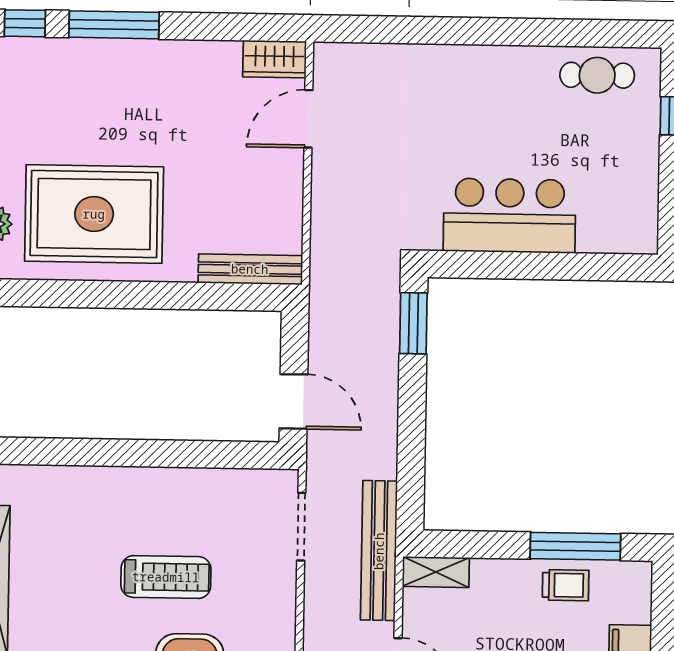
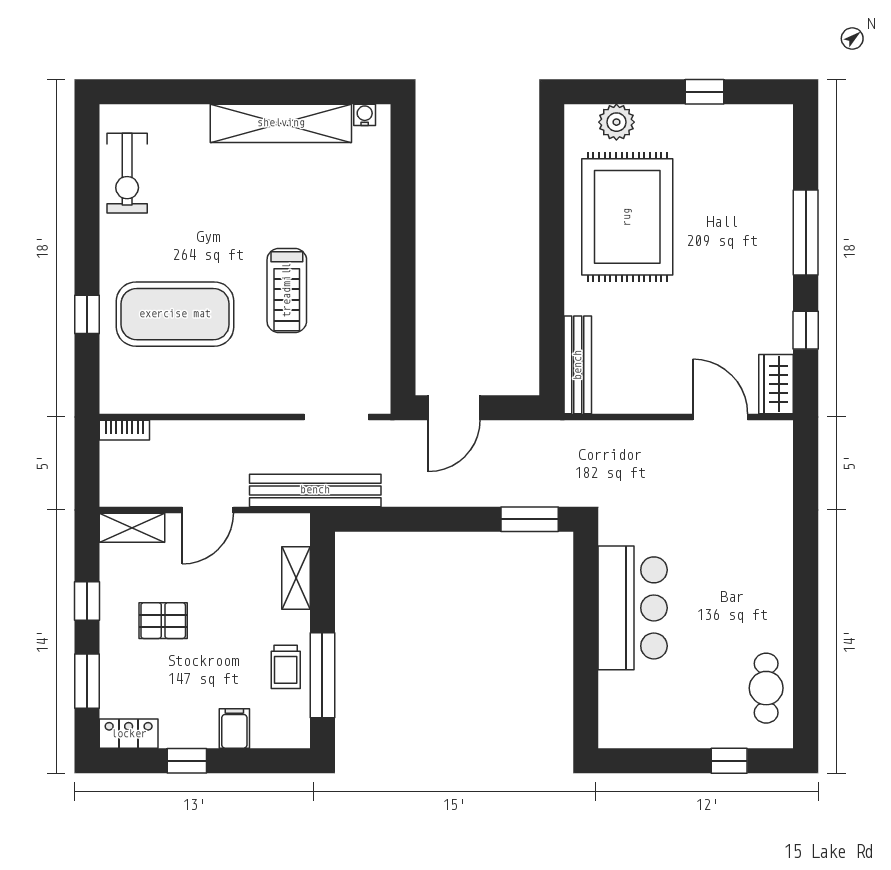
window: (25, 23) -> (806, 330), moved
shelving: (436, 572) -> (296, 578), moved

